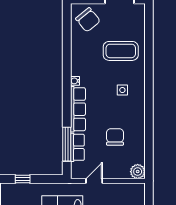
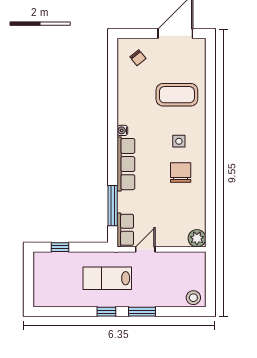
chair: (88, 20) -> (138, 58), width x0.54, depth x0.54
chair: (115, 137) -> (181, 172), moved
row of seats: (77, 147) -> (125, 230), moved

